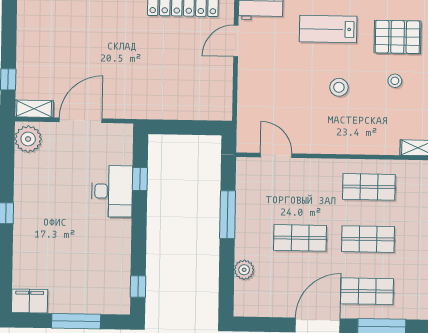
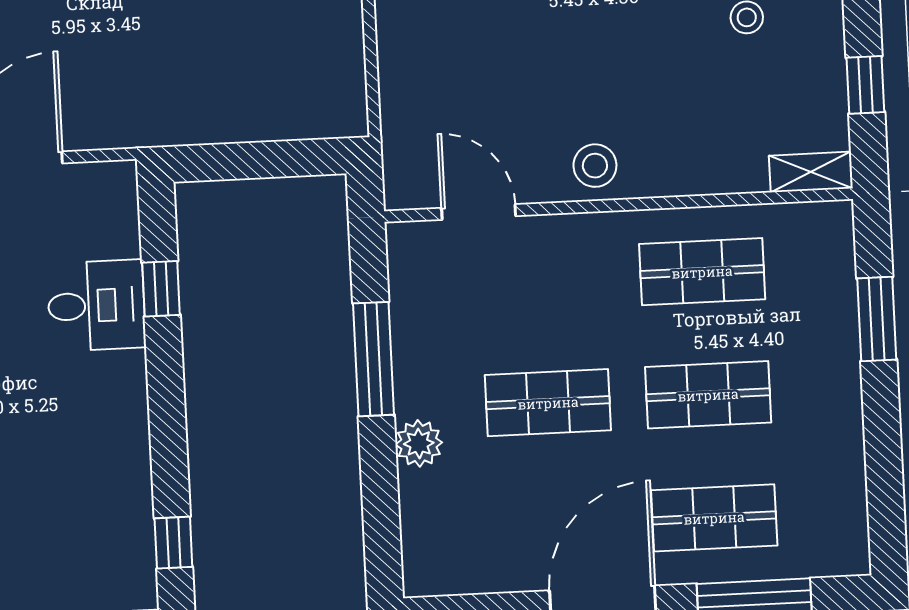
stool: (339, 87) -> (595, 166), moved
desk: (112, 191) -> (96, 306), width x0.73
plant: (244, 270) -> (419, 443), moved

